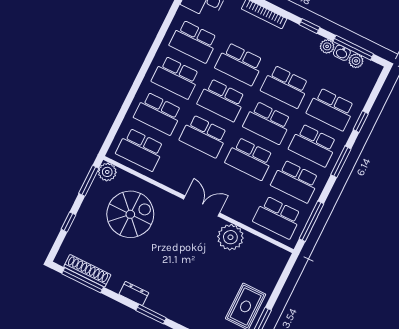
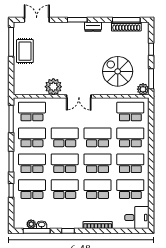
plant: (327, 46) -> (52, 224), removed
spiral stairs: (130, 214) -> (118, 71), turned 90

